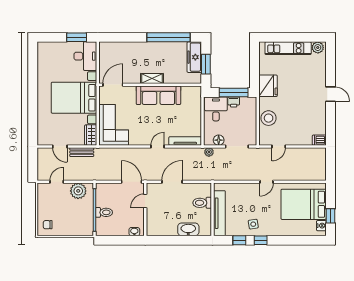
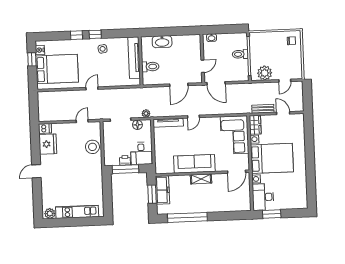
freezer: (194, 57) -> (162, 190), moved
fridge: (268, 86) -> (48, 144), moved, turned 180
door: (331, 94) -> (36, 171), hinge flipped
window: (239, 240) -> (76, 35), moved

